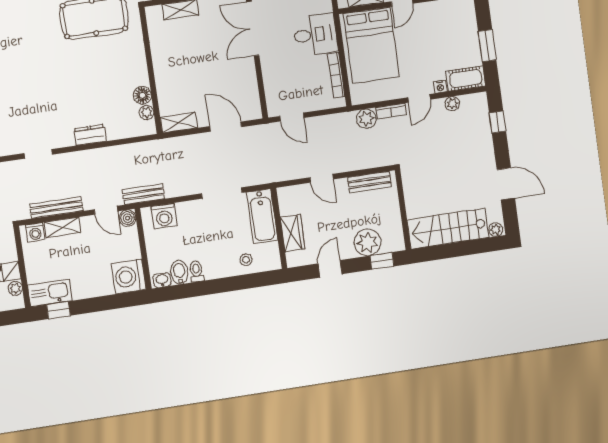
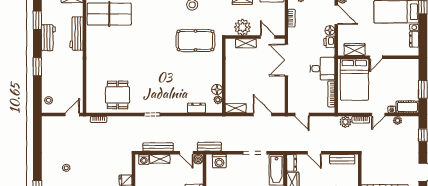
dresser: (90, 135) -> (196, 108), moved
dresser: (286, 201) -> (292, 163), added

